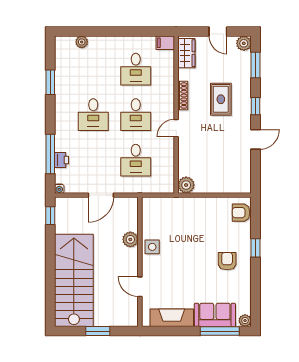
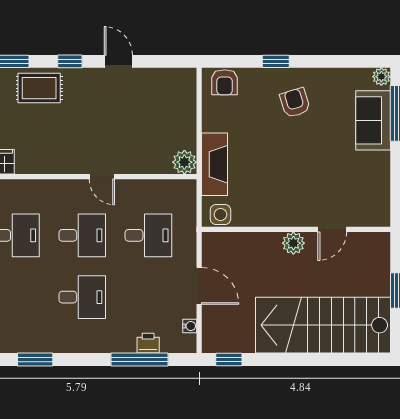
shoe rack: (183, 96) -> (54, 167), removed
rug: (221, 99) -> (39, 88), moved
water cooler: (59, 189) -> (190, 326), moved
plant: (130, 239) -> (293, 243), moved
side table: (152, 247) -> (220, 215), moved
armchair: (227, 261) -> (295, 103), turned 73
fireplace: (172, 318) -> (214, 164), moved, turned 180

